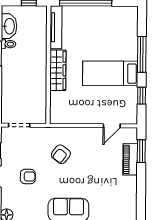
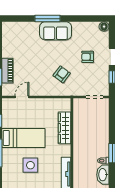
side table: (101, 39) -> (30, 165), added
wardrobe: (58, 70) -> (64, 128), moved

